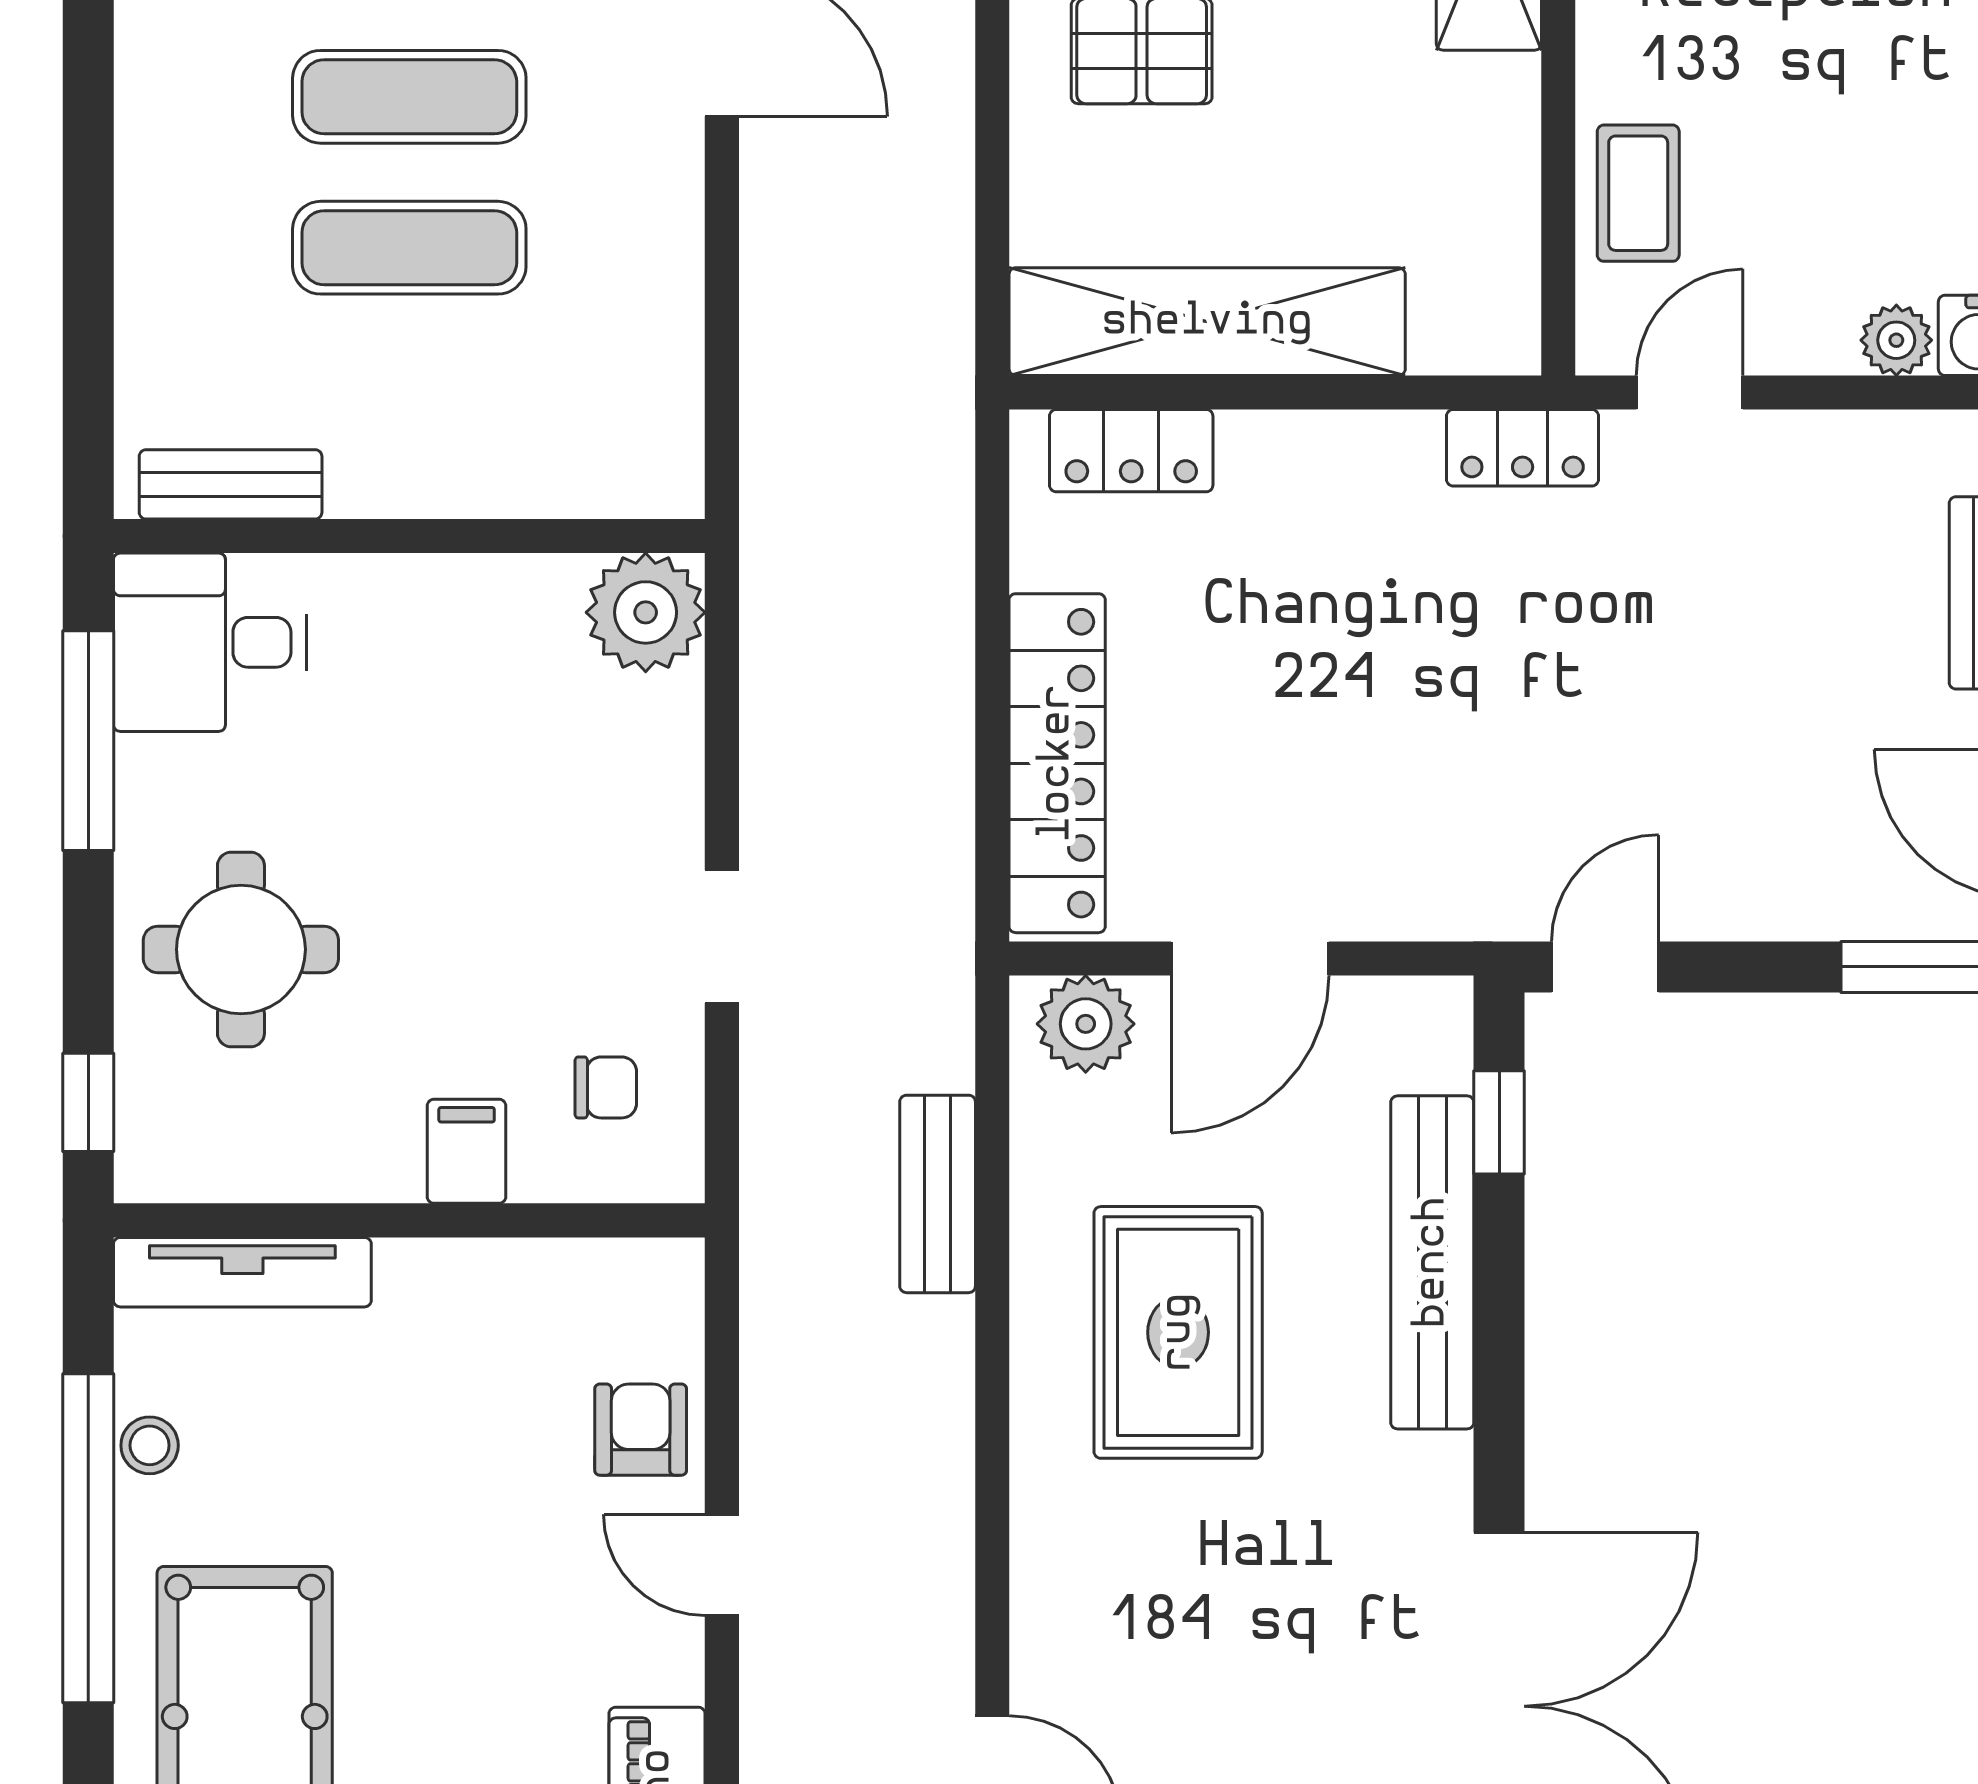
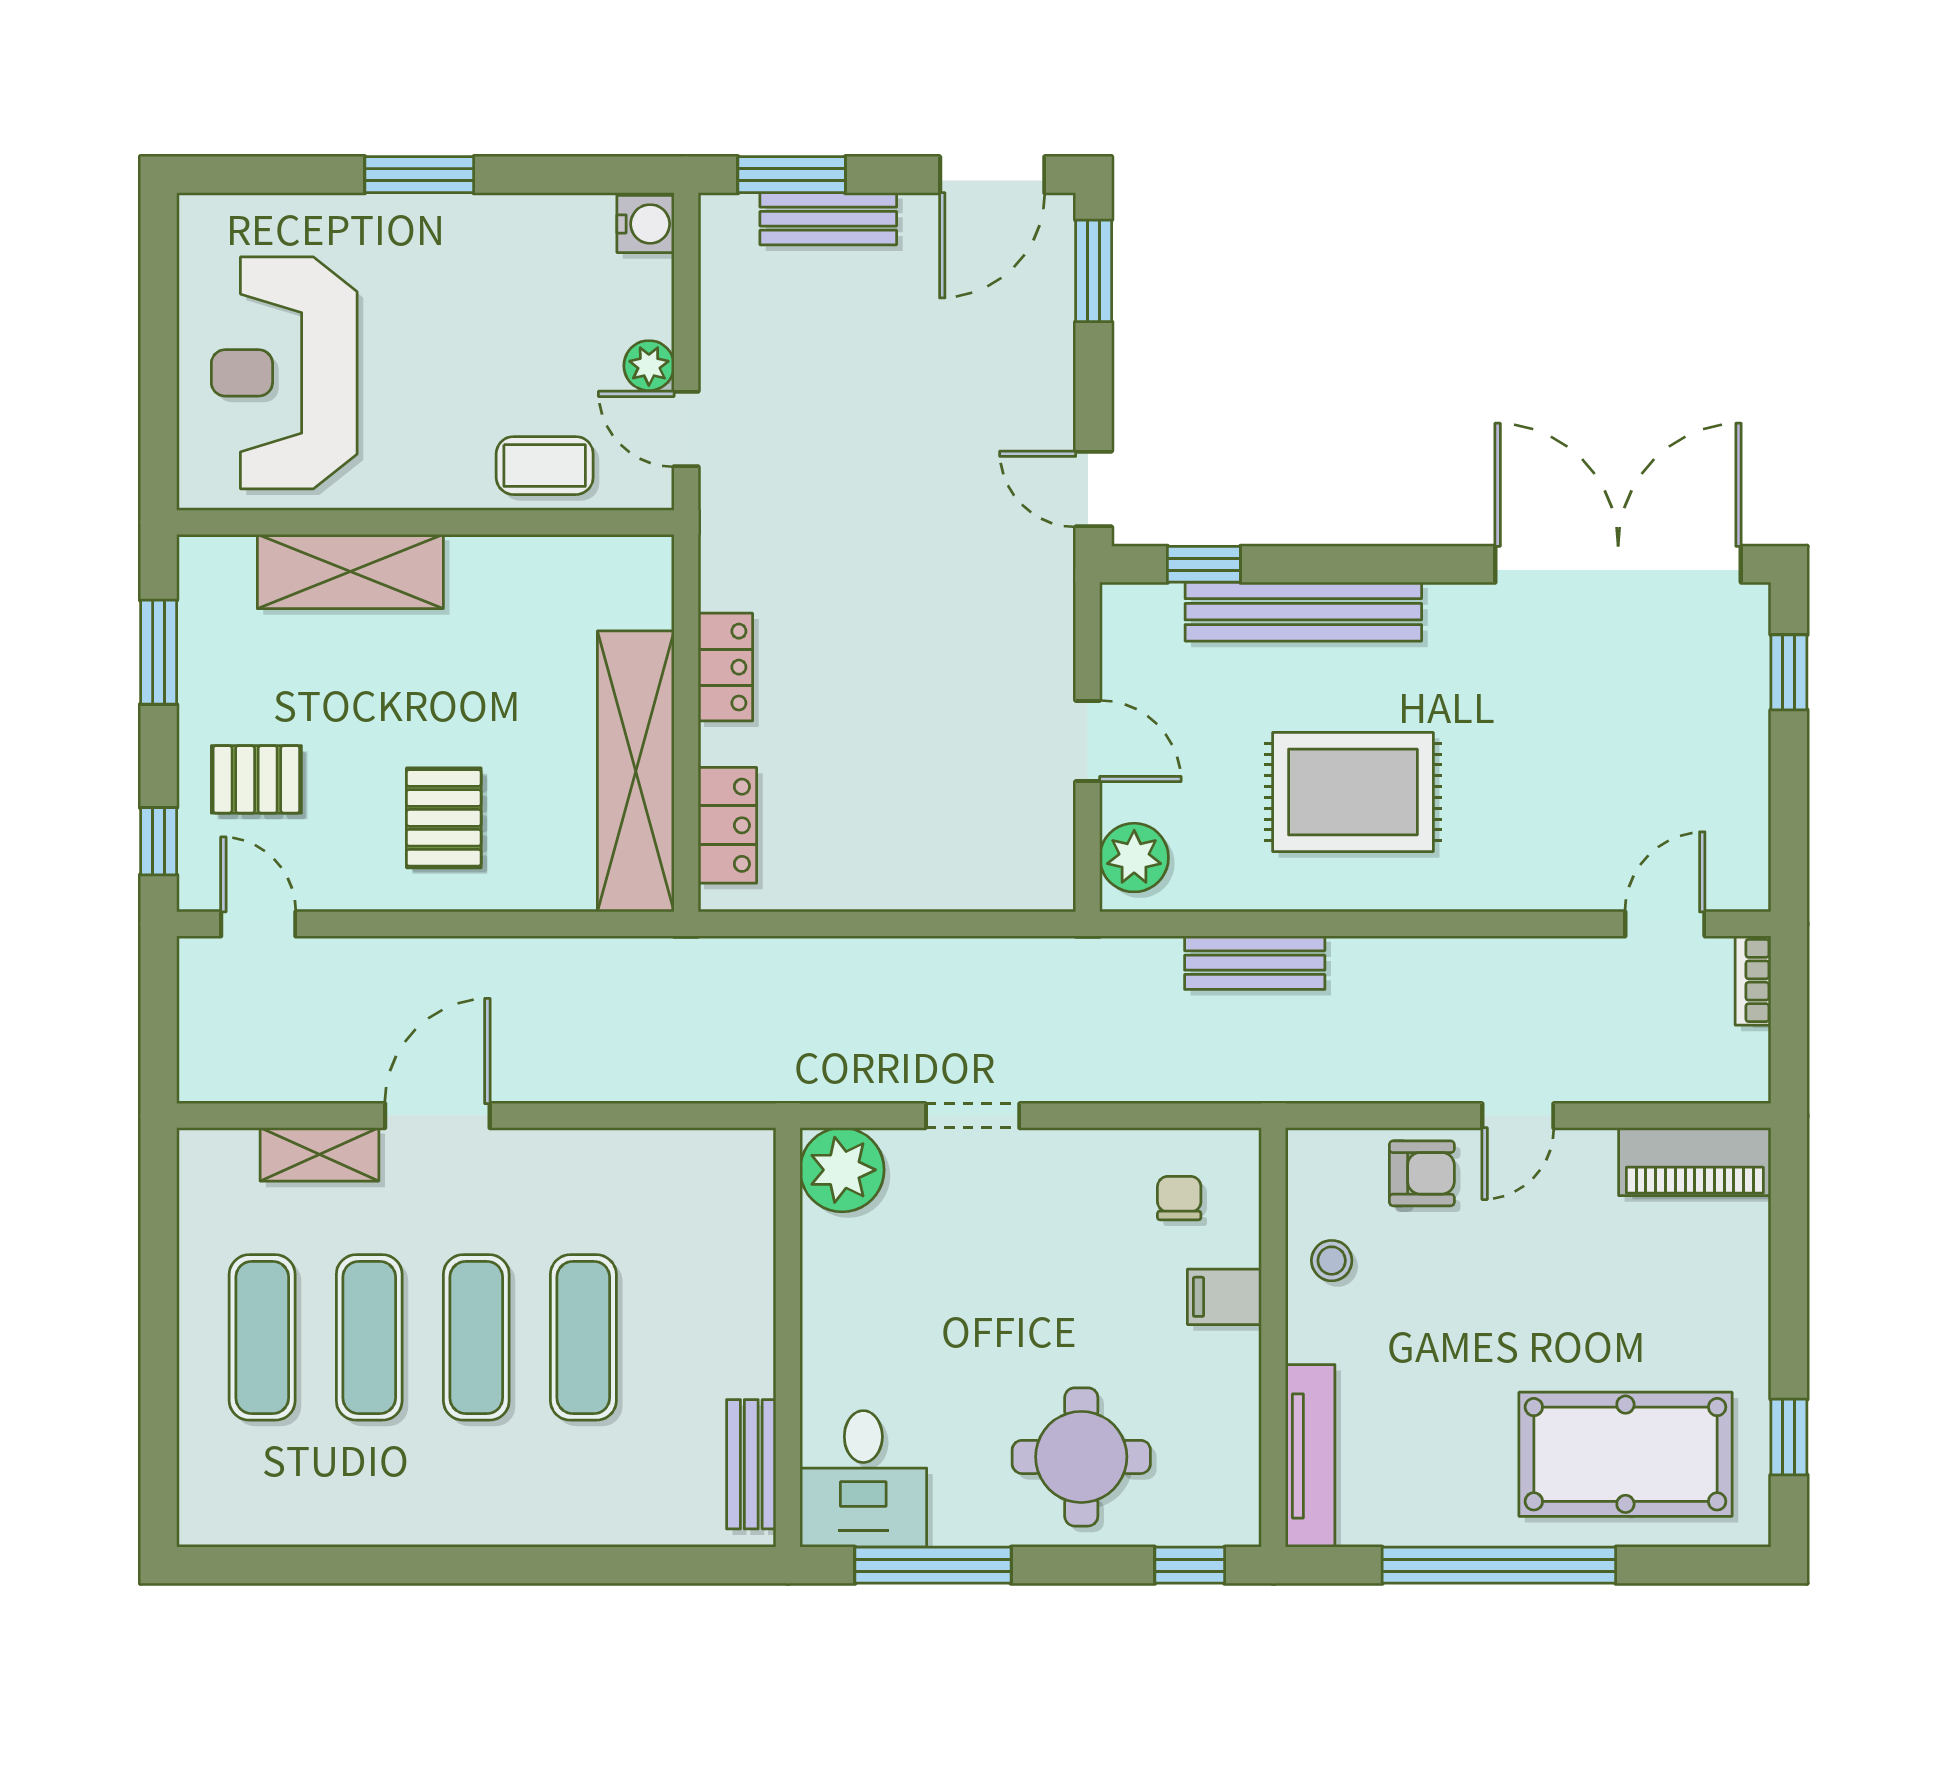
plant: (1896, 340) -> (649, 366), moved
locker: (1523, 448) -> (725, 667), moved
locker: (1057, 763) -> (949, 878), removed
doorway: (722, 936) -> (973, 1116), moved
door: (1250, 958) -> (1088, 741), width x0.73
armchair: (641, 1430) -> (1422, 1173), turned 180
stool: (150, 1445) -> (1332, 1261), moved

